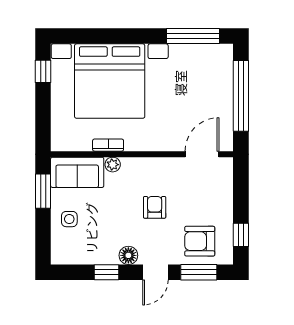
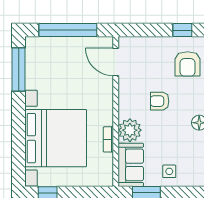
plant: (113, 165) -> (130, 130), width x1.88, depth x1.88

